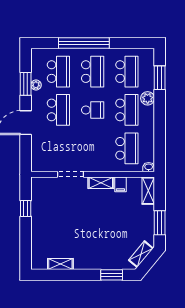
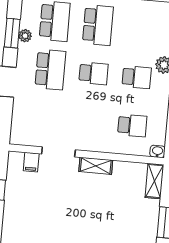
school desk: (127, 72) -> (141, 29), removed
school desk: (127, 110) -> (137, 77), width x0.54
school desk: (127, 148) -> (132, 125), width x0.54
filing cabinet: (120, 184) -> (31, 162), moved

